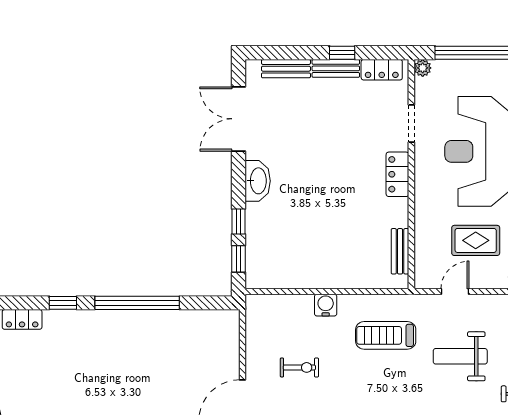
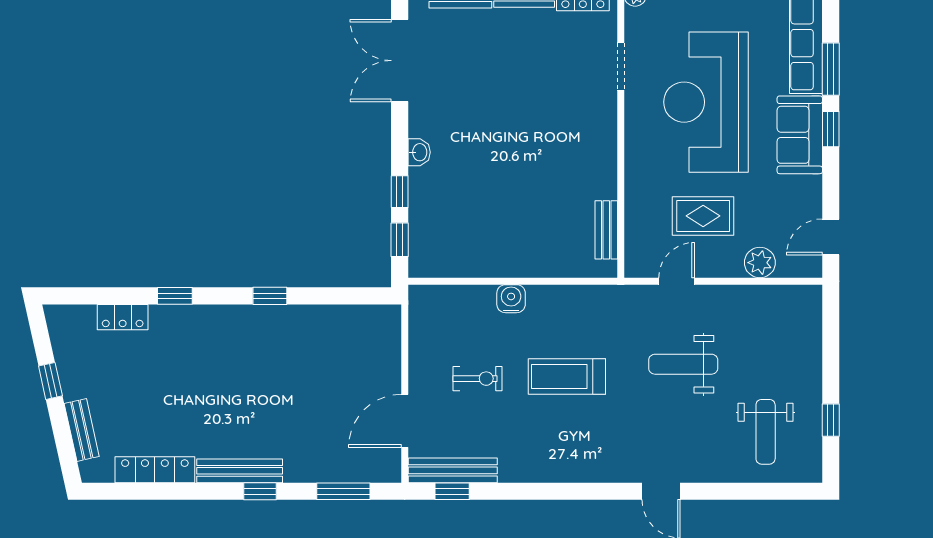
locker: (397, 174) -> (603, 131), removed
washbasin: (258, 181) -> (419, 152), width x0.52, depth x0.69
window: (137, 303) -> (270, 296), width x0.32
treadmill: (386, 335) -> (567, 376), moved

